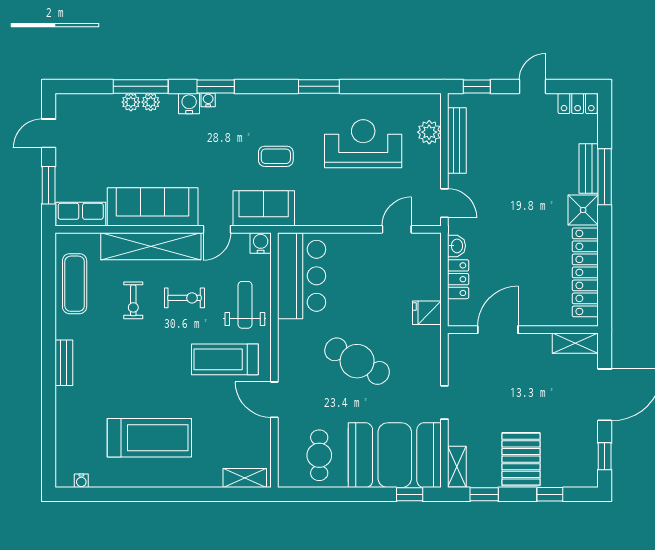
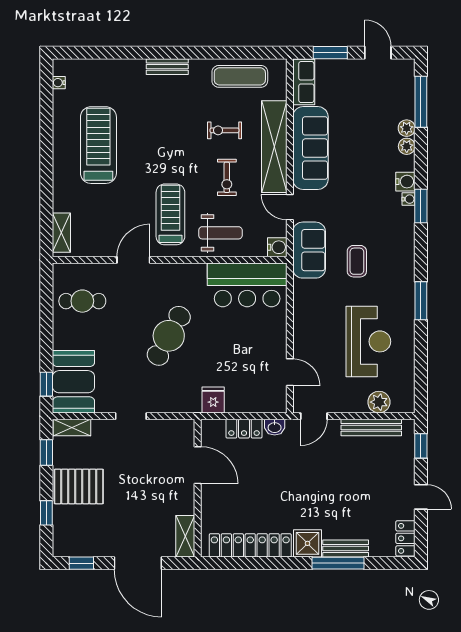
window: (141, 86) -> (421, 102), moved
treadmill: (149, 438) -> (98, 145), turned 180
booth: (395, 455) -> (73, 382), width x0.73, depth x0.70

